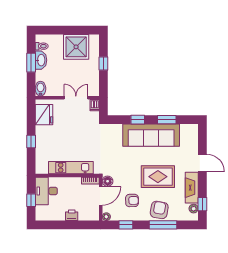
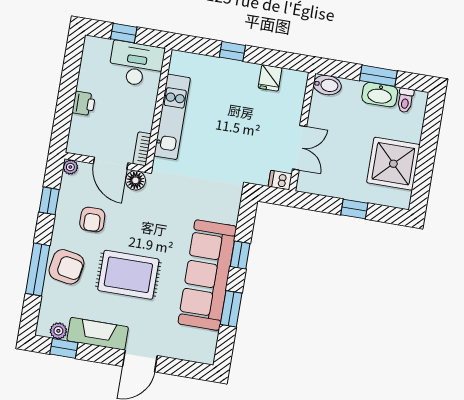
fridge: (44, 115) -> (270, 78), width x0.53, depth x0.75
rug: (158, 177) -> (128, 275), turned 90

